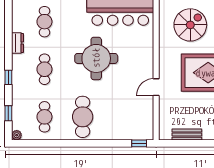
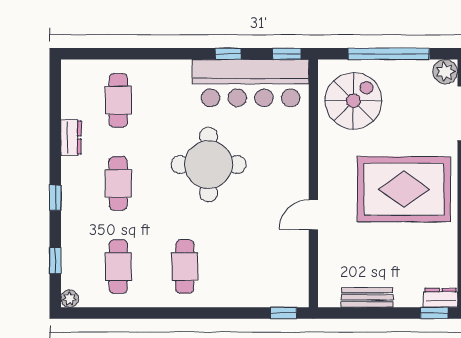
spiral stairs: (190, 25) -> (353, 101), moved
cafe table: (83, 117) -> (185, 266), width x0.73, depth x0.74

